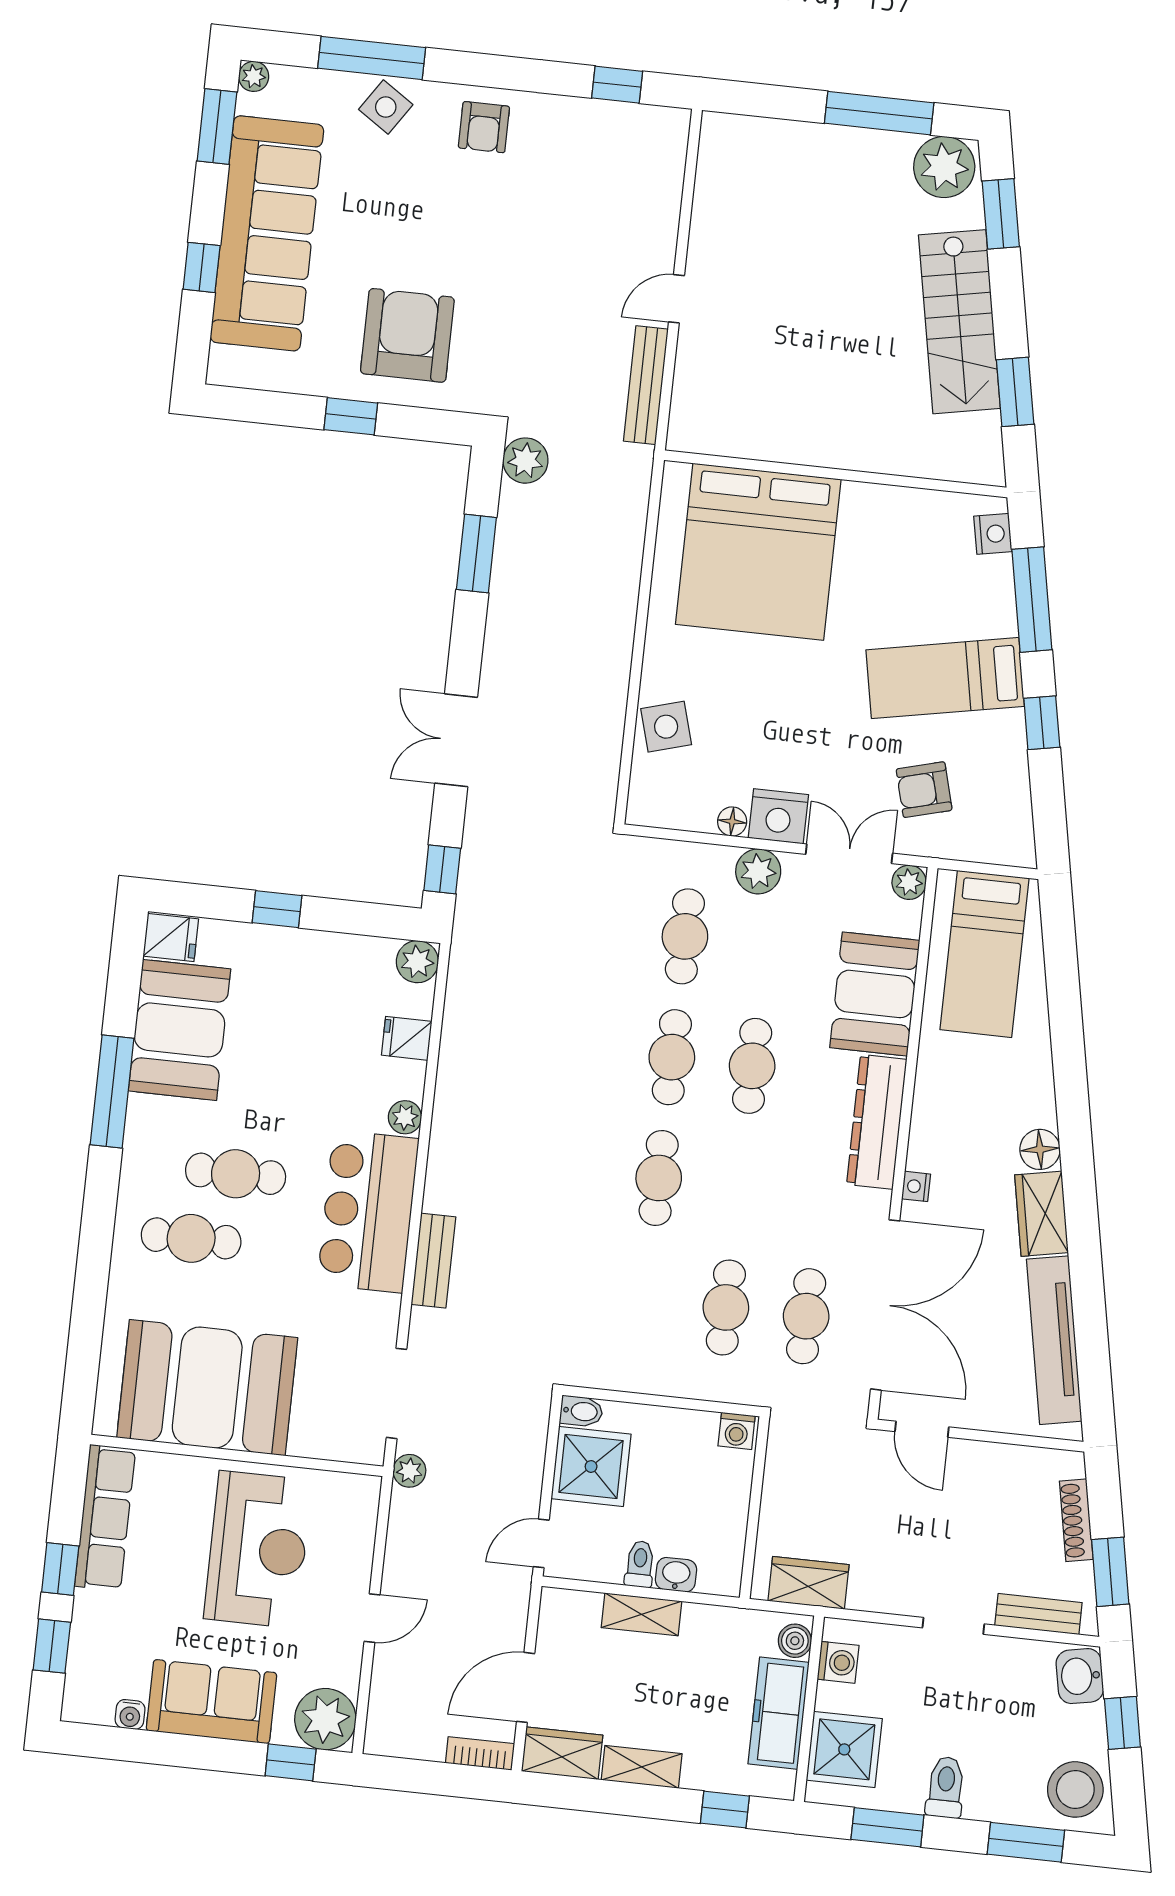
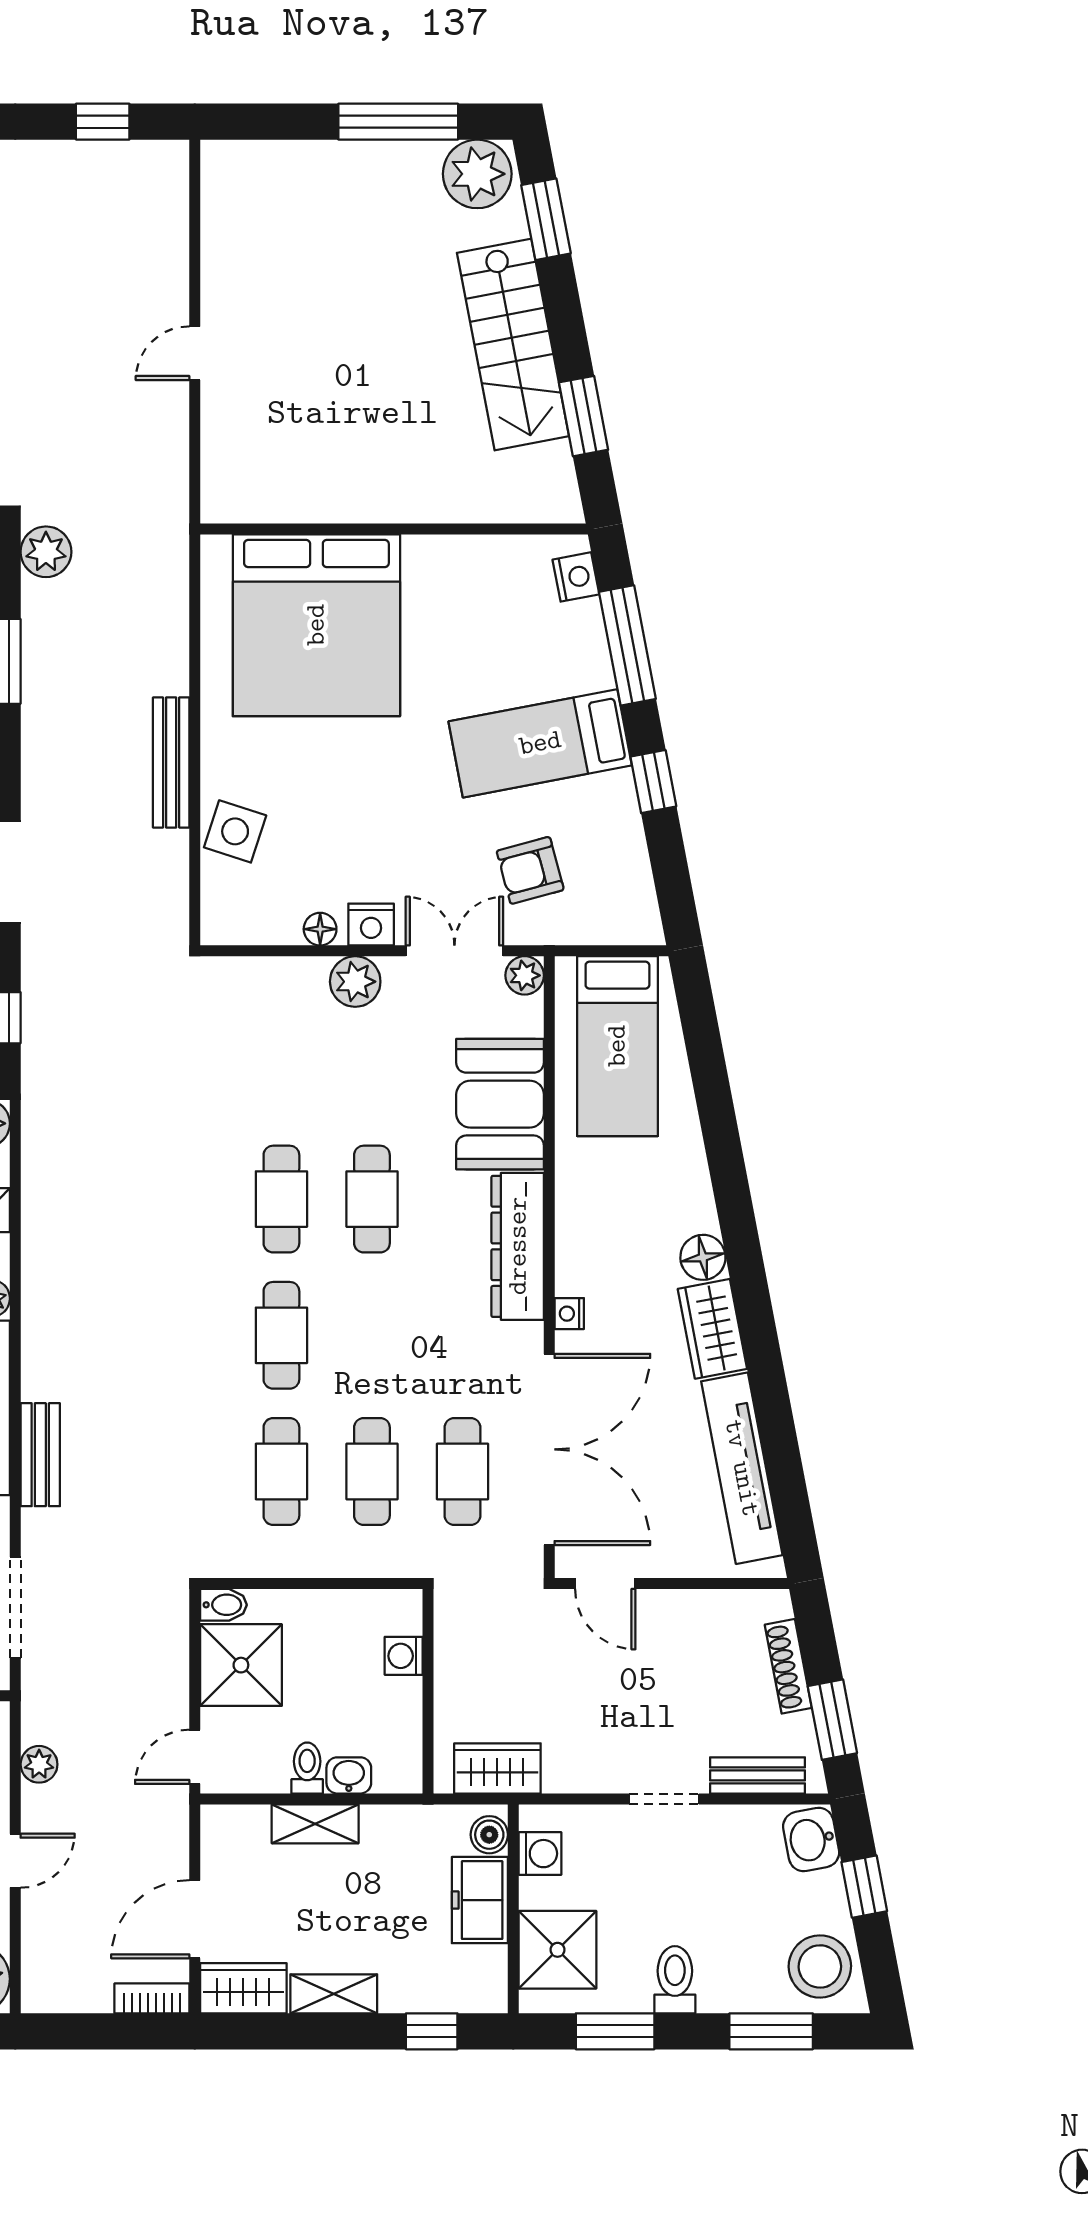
bench: (646, 385) -> (171, 763), moved
side table: (666, 727) -> (235, 831), turned 34
nightstand: (778, 816) -> (371, 924), width x0.74, depth x0.75
cafe table: (685, 936) -> (281, 1472), moved
washing machine: (737, 1431) -> (404, 1656), moved, turned 90
plant: (409, 1471) -> (39, 1764), moved
freezer: (779, 1713) -> (480, 1900), width x0.71

